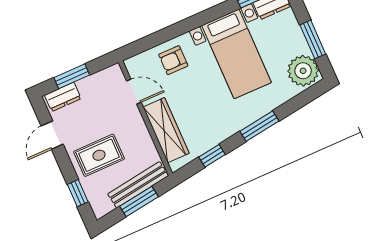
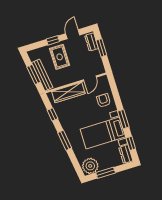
window: (205, 17) -> (123, 119), added
door: (52, 135) -> (73, 34), hinge flipped
window: (78, 193) -> (53, 40), moved

